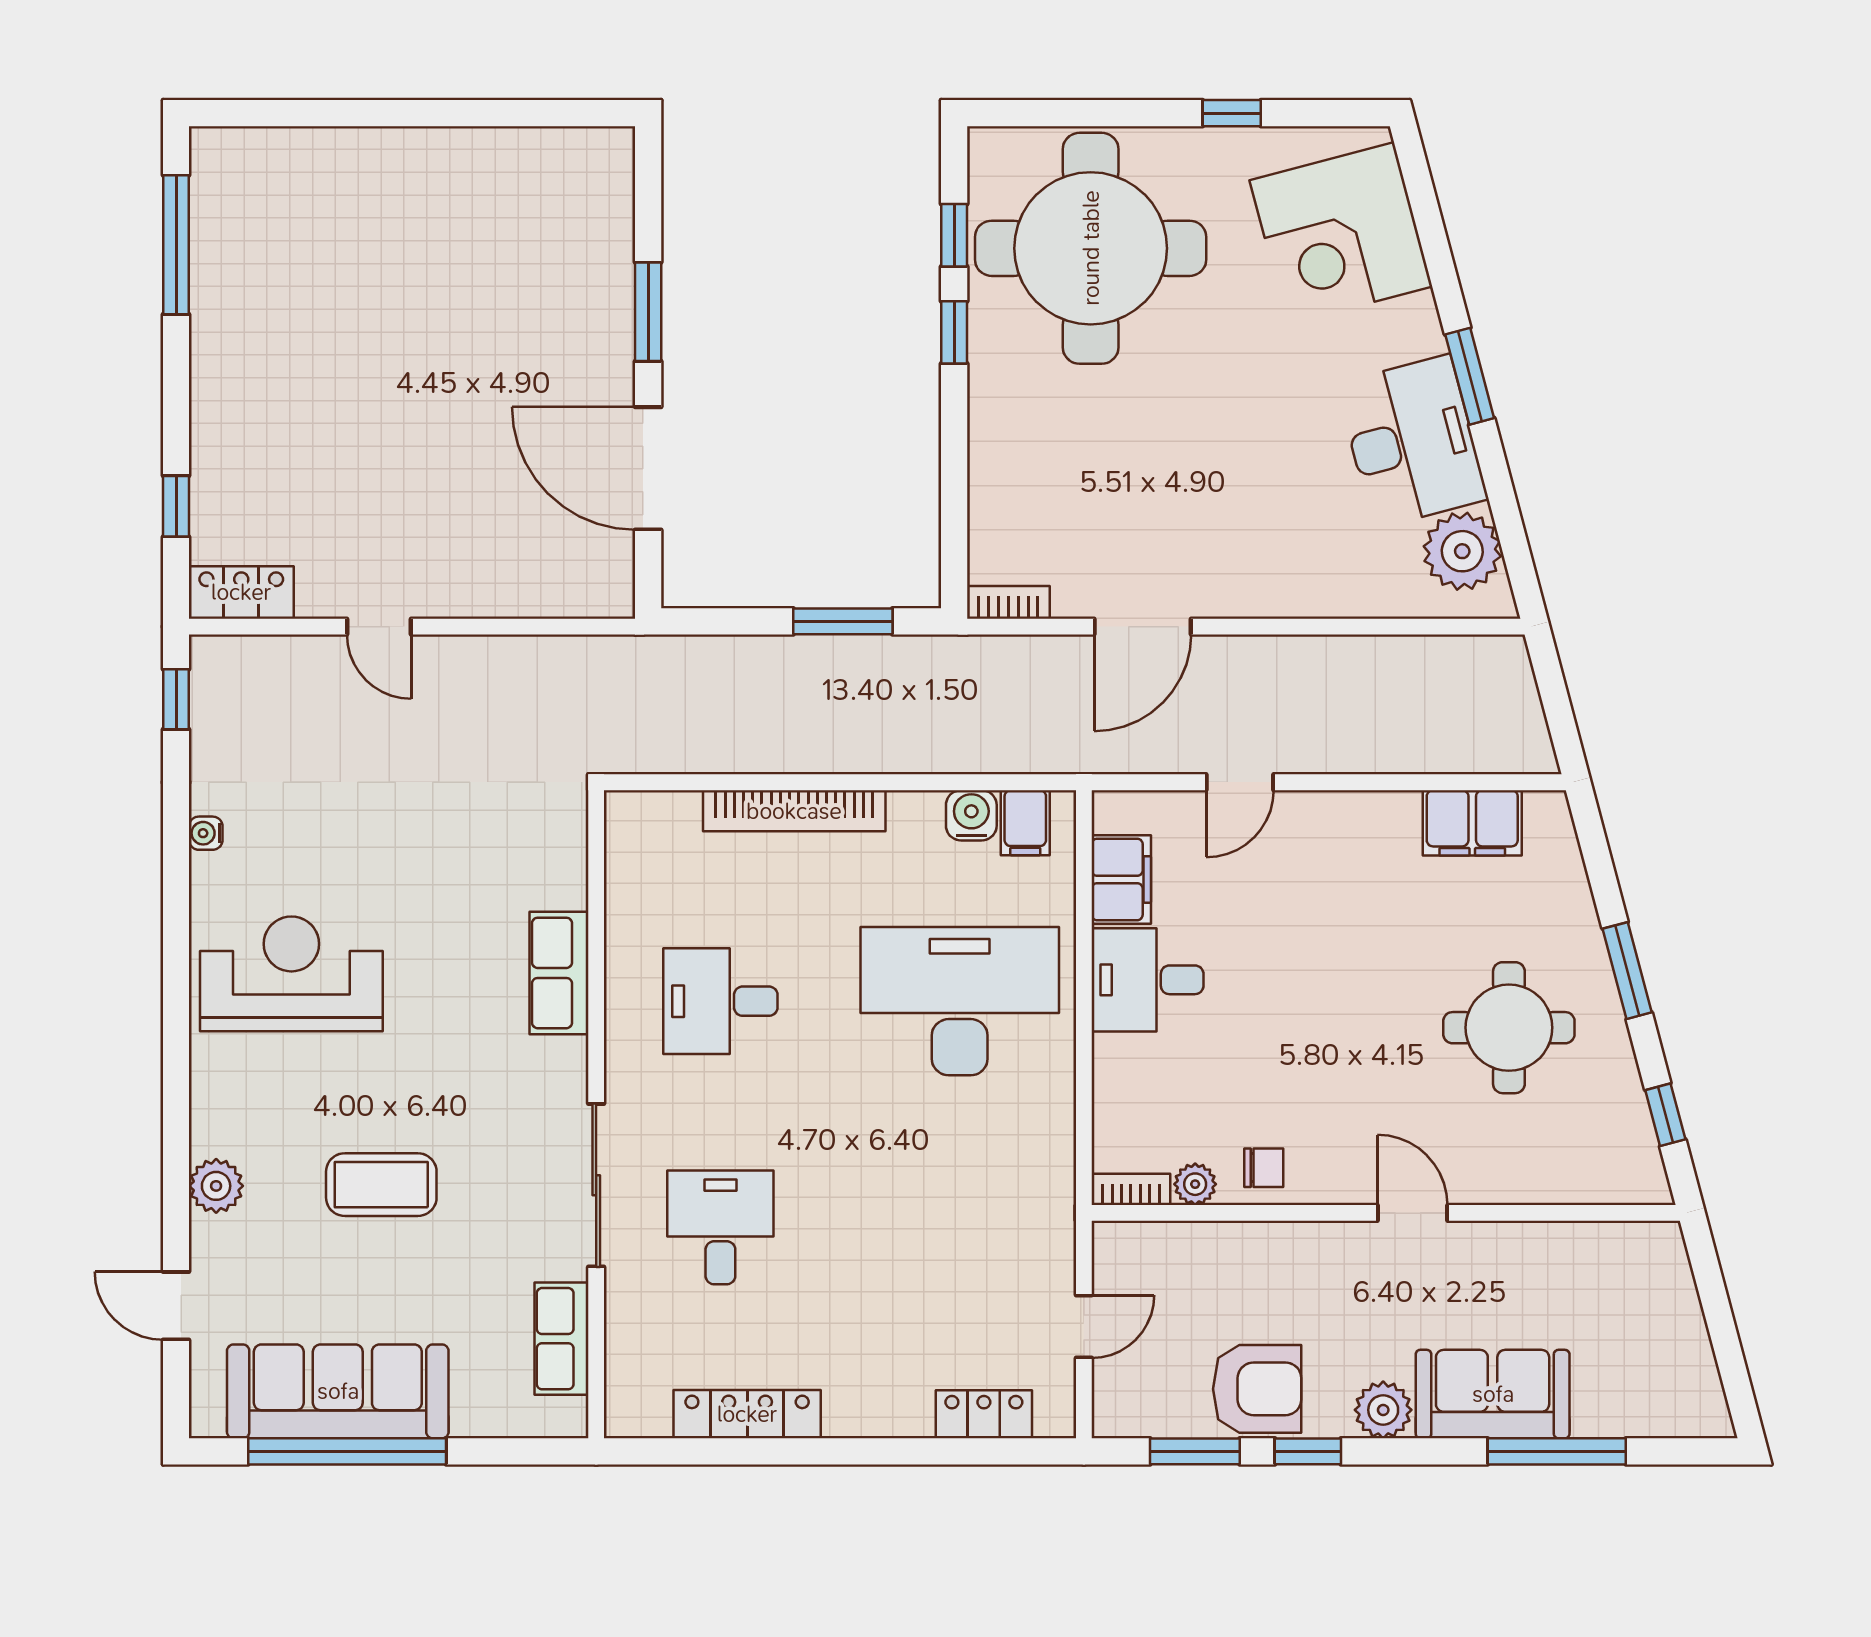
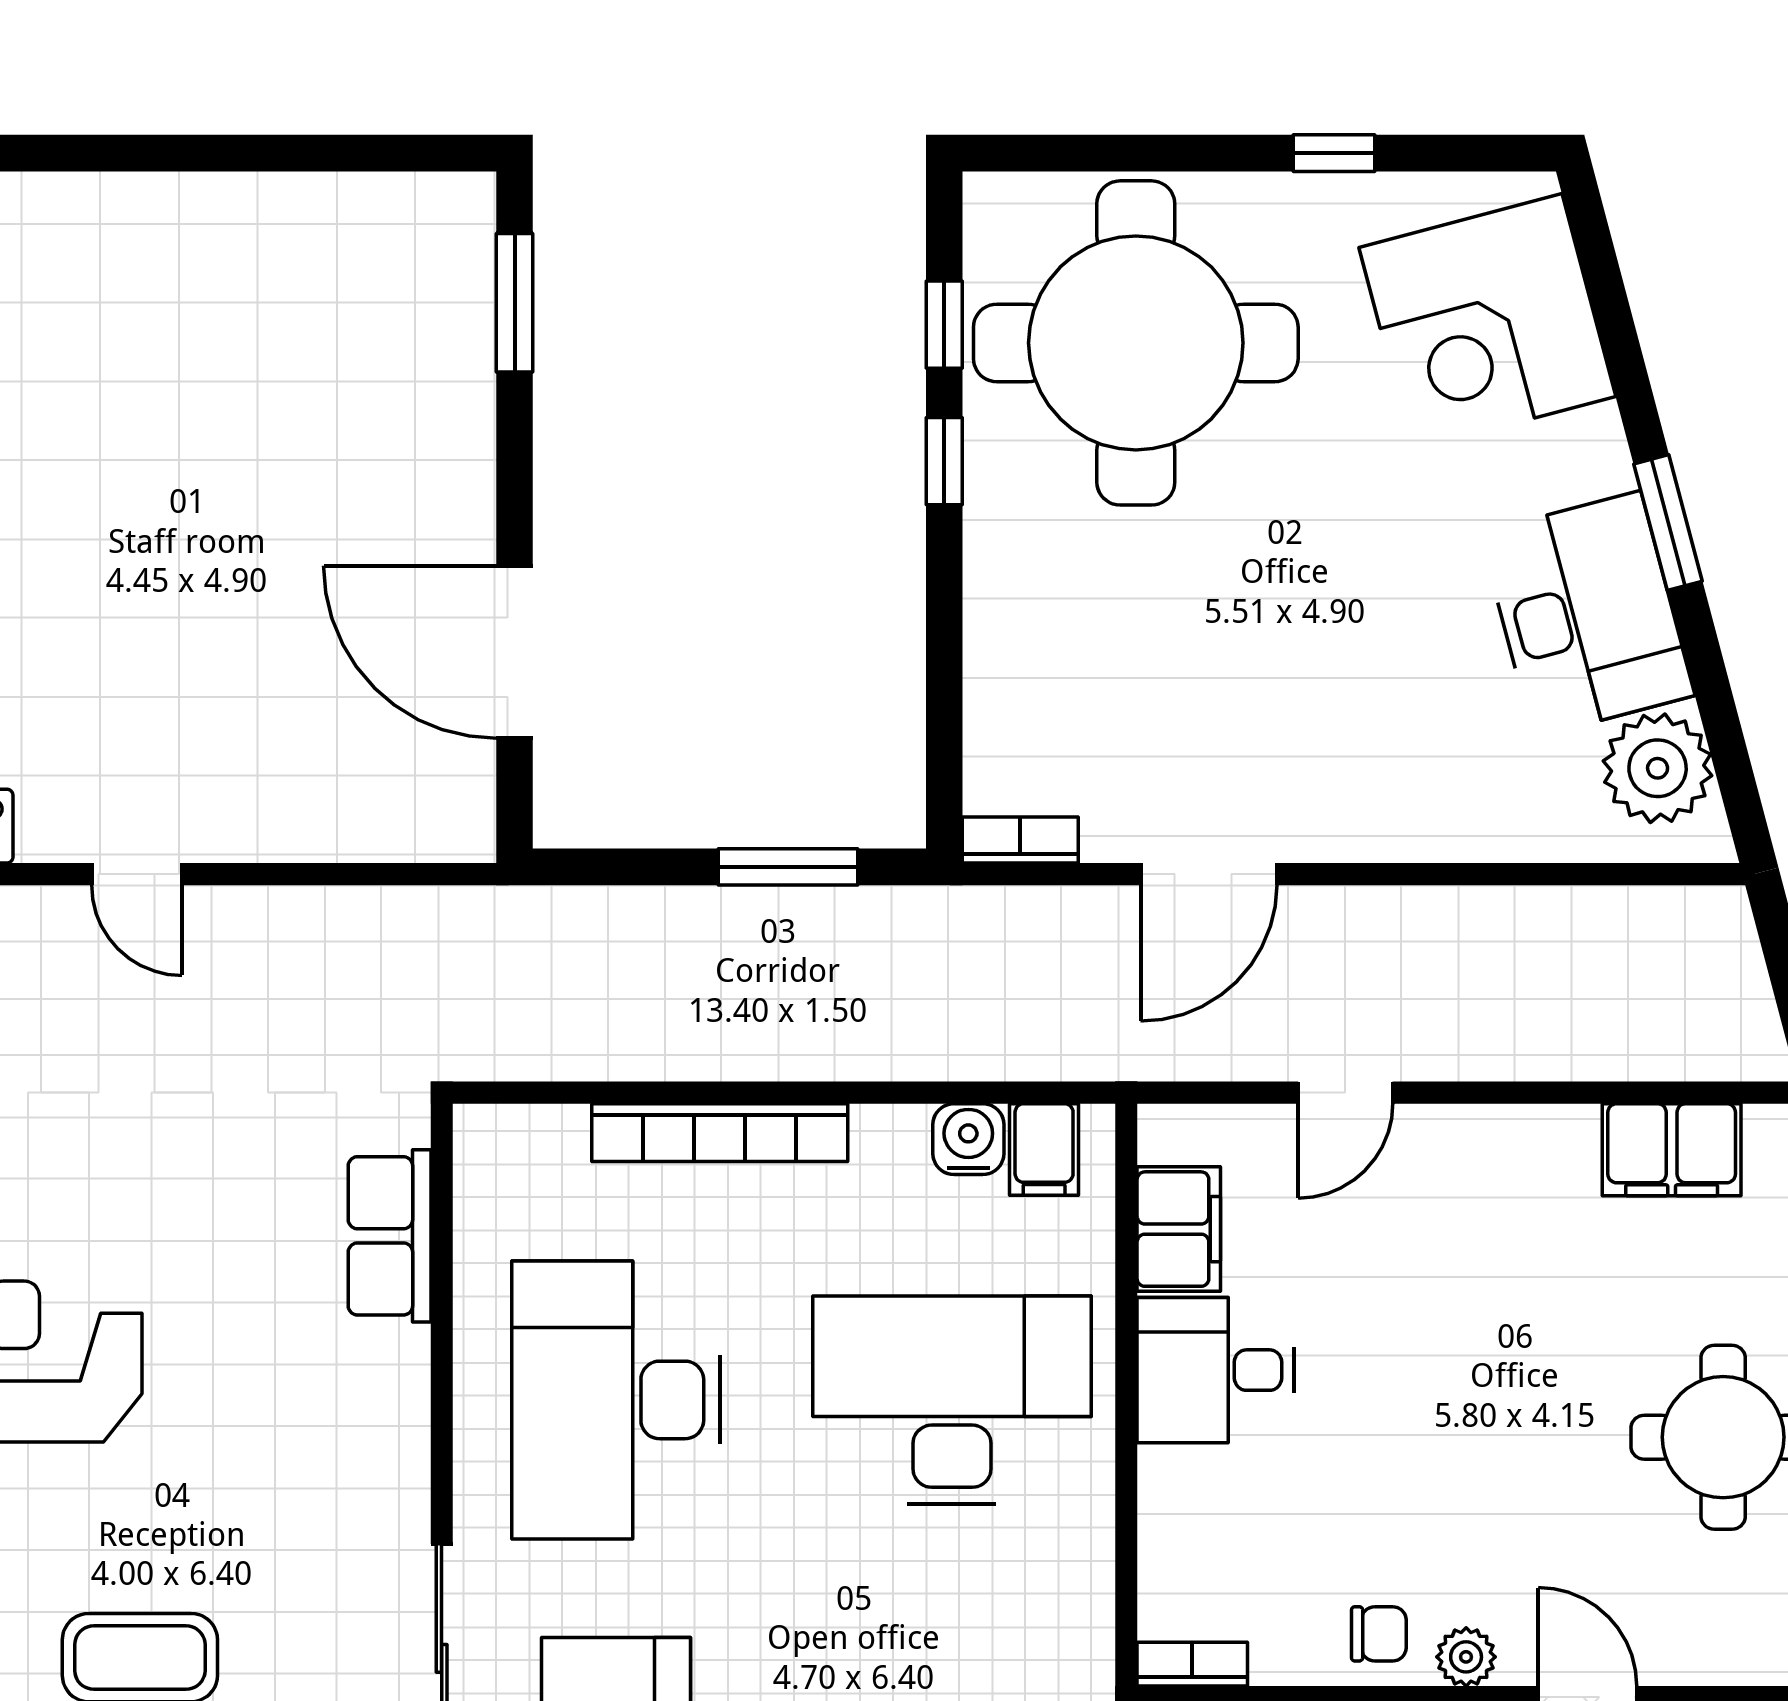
window: (648, 312) -> (515, 303), moved
row of seats: (559, 973) -> (390, 1236), moved
desk: (720, 1001) -> (616, 1400), width x1.87, depth x1.30
plant: (1195, 1184) -> (1466, 1657), moved

